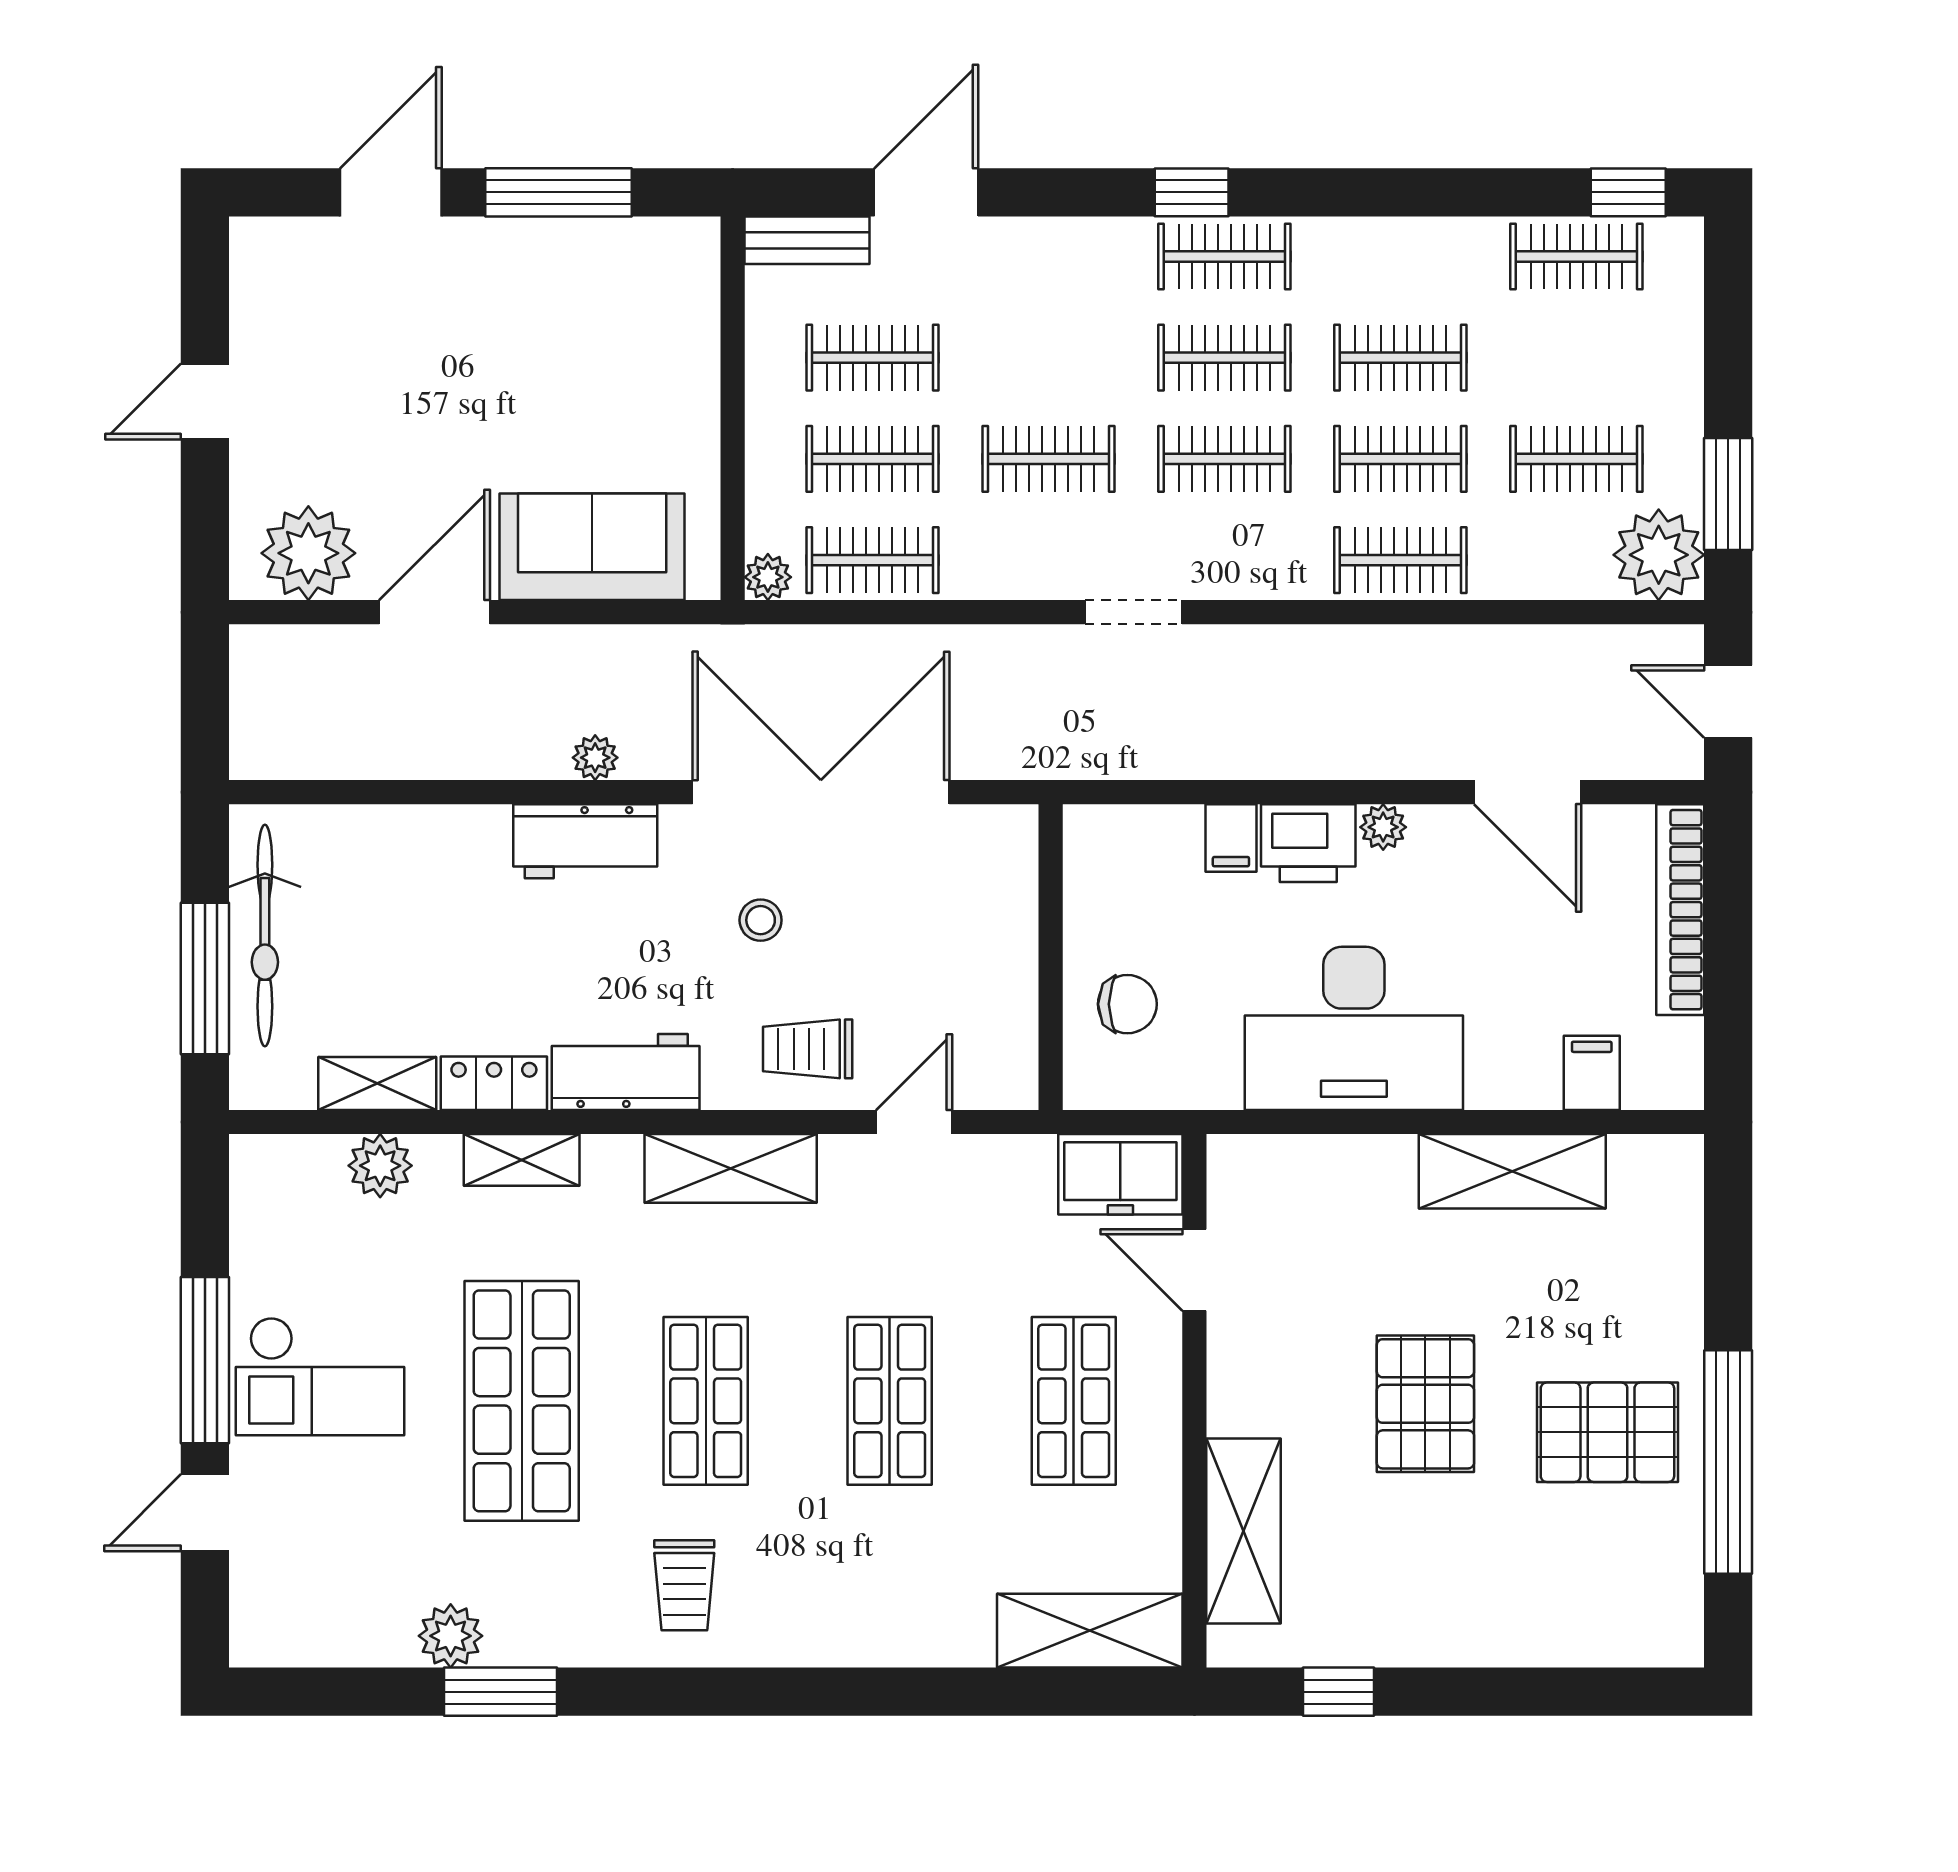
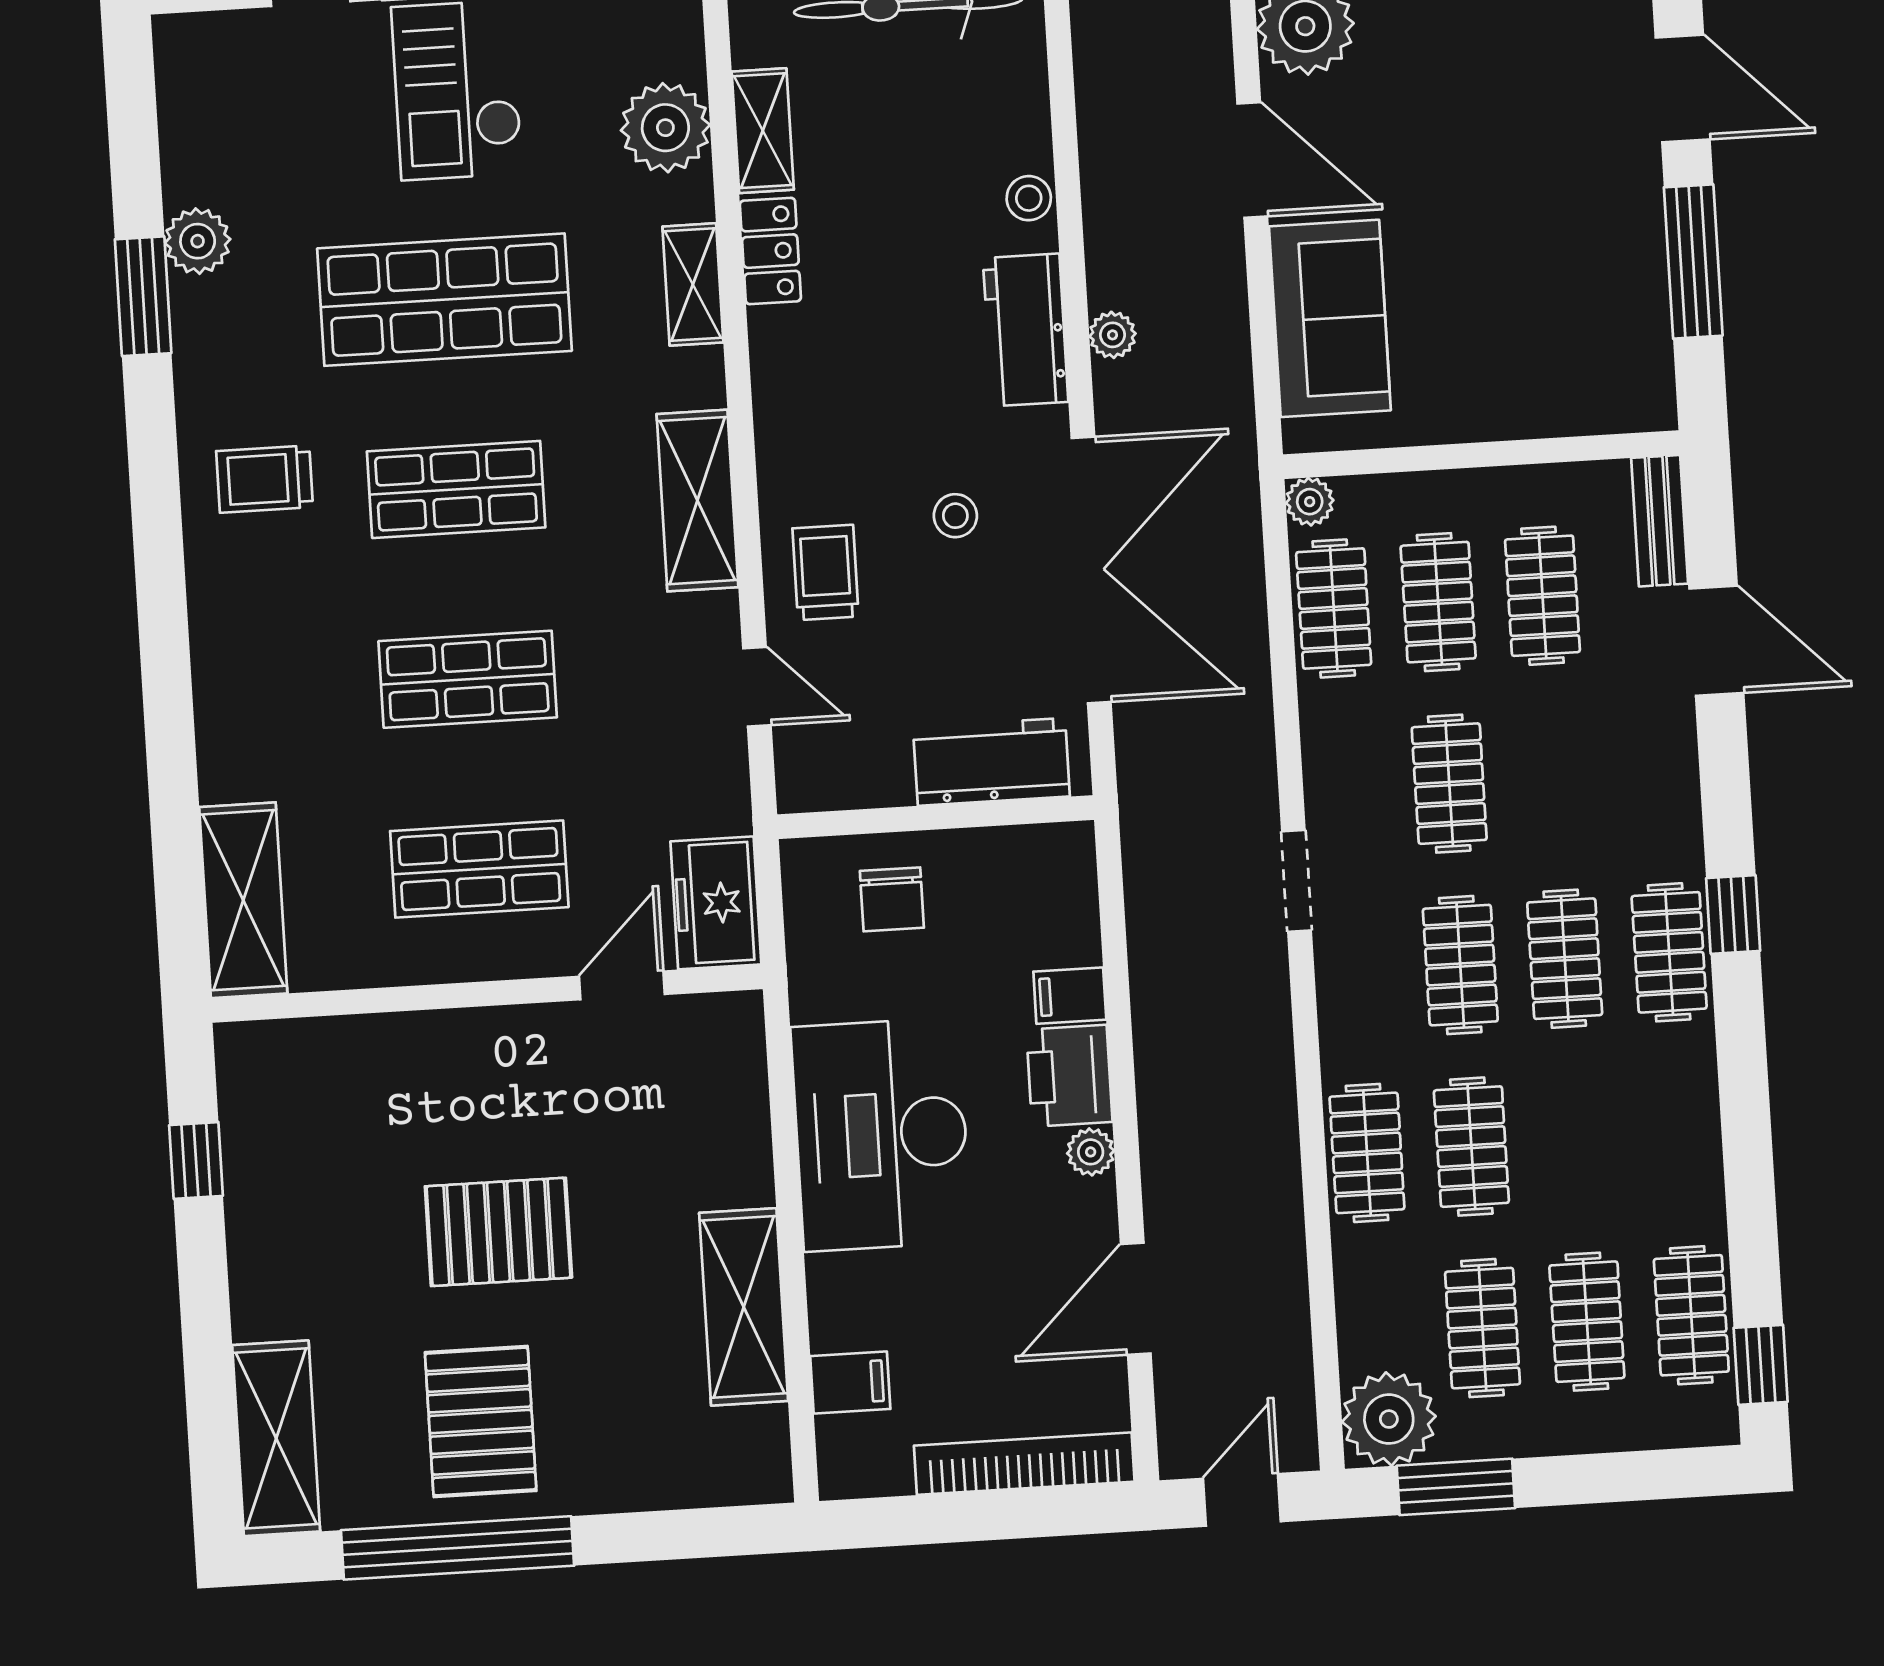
clothes rail: (1400, 358) -> (1587, 1322), moved
stool: (458, 830) -> (1029, 198), added
workbench: (626, 1072) -> (991, 762), moved, turned -90
plant: (380, 1166) -> (665, 128), width x1.36, depth x1.36
shelving: (1243, 1531) -> (276, 1438), moved, turned 90

